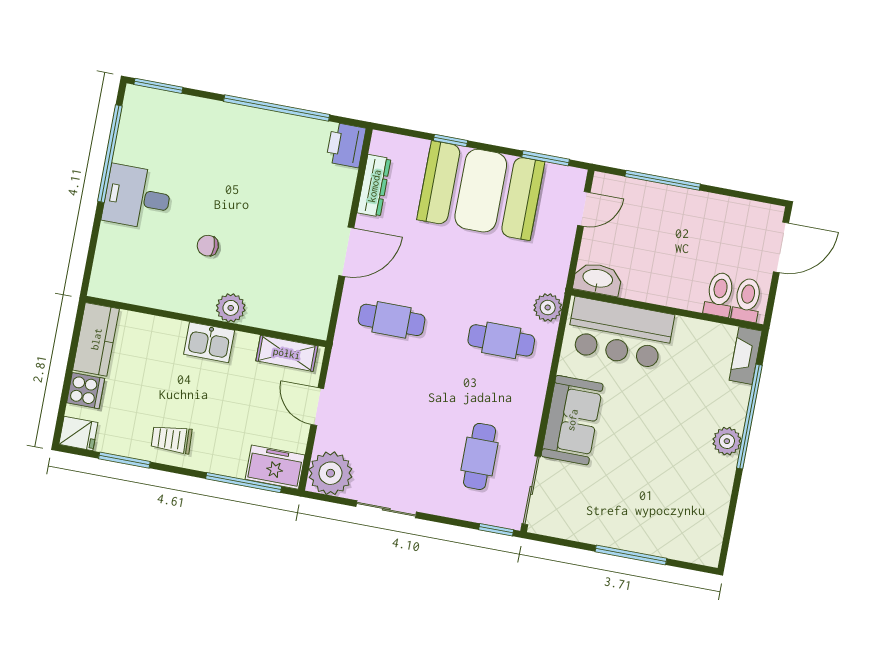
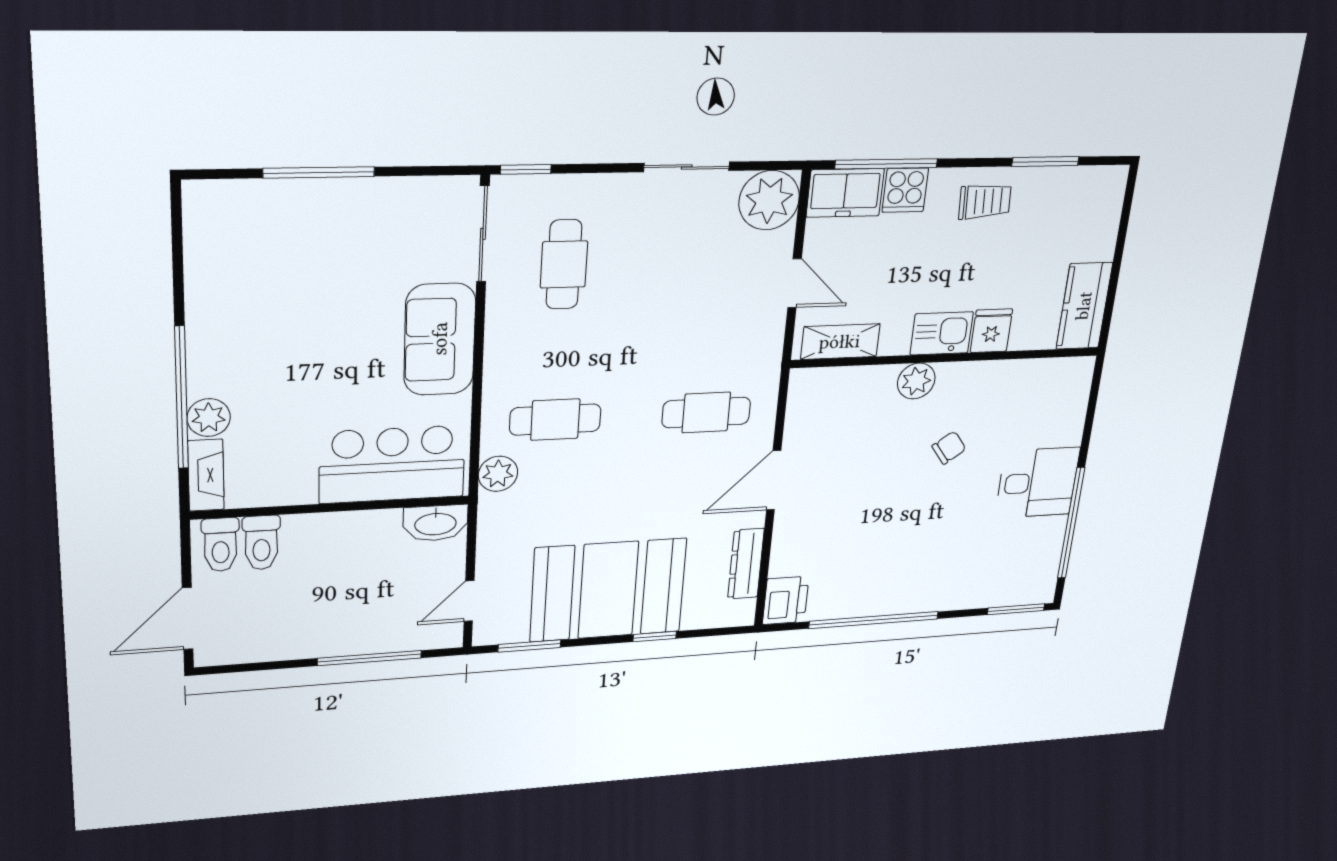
chair: (208, 246) -> (949, 448), turned -36
cooker: (86, 391) -> (905, 190), moved, turned -90
fridge: (78, 433) -> (991, 331), moved, turned 90
plant: (727, 441) -> (209, 418), moved

